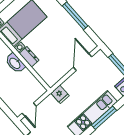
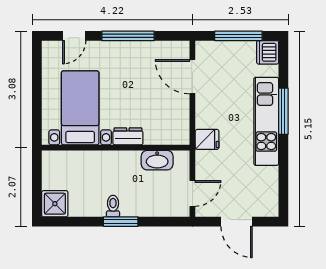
washbasin: (15, 63) -> (157, 160), moved
door: (29, 110) -> (192, 193), hinge flipped

